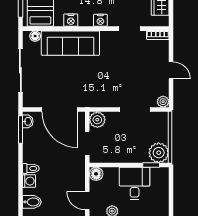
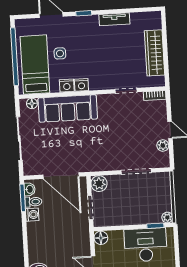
nightstand: (100, 20) -> (81, 85), moved
plant: (163, 102) -> (163, 146), moved
plant: (159, 153) -> (167, 218), width x0.53, depth x0.53
toilet: (31, 168) -> (33, 202), moved
washing machine: (29, 181) -> (32, 215), moved
desk: (135, 183) -> (146, 245), width x1.37

